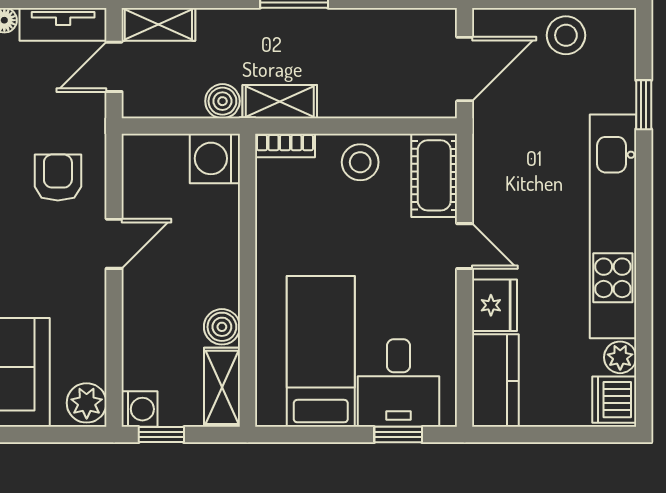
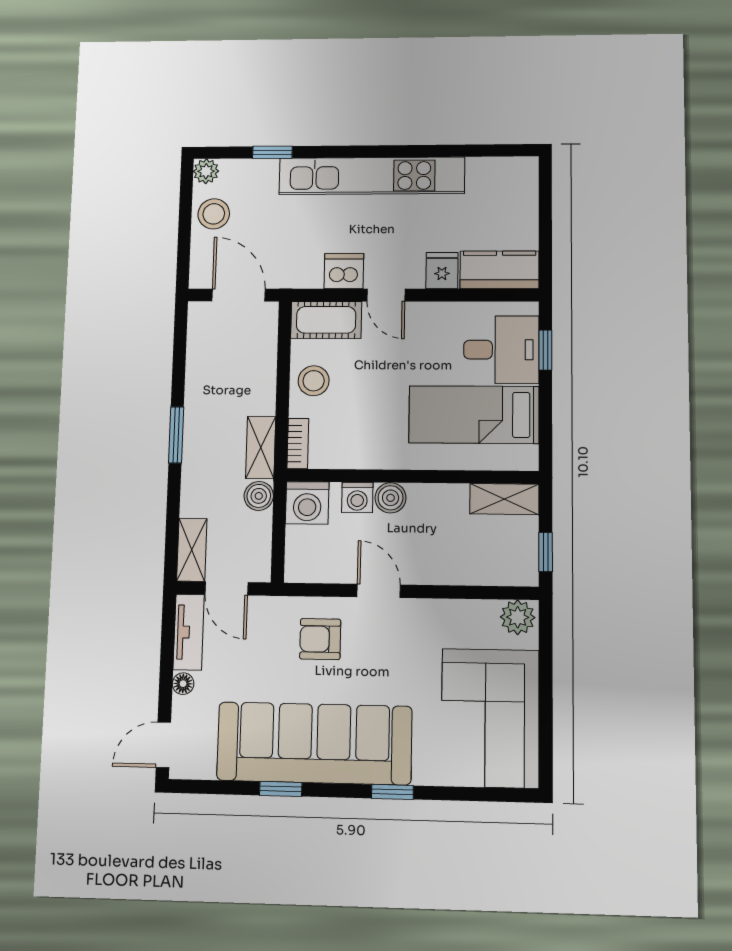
door: (465, 246) -> (386, 295), swing flipped
fridge: (495, 305) -> (442, 271), width x0.72
boiler: (222, 327) -> (391, 498), moved
plant: (620, 357) -> (206, 171), moved
dishwasher: (614, 400) -> (344, 271), moved, turned 180
washing machine: (140, 409) -> (357, 497), moved, turned 180

